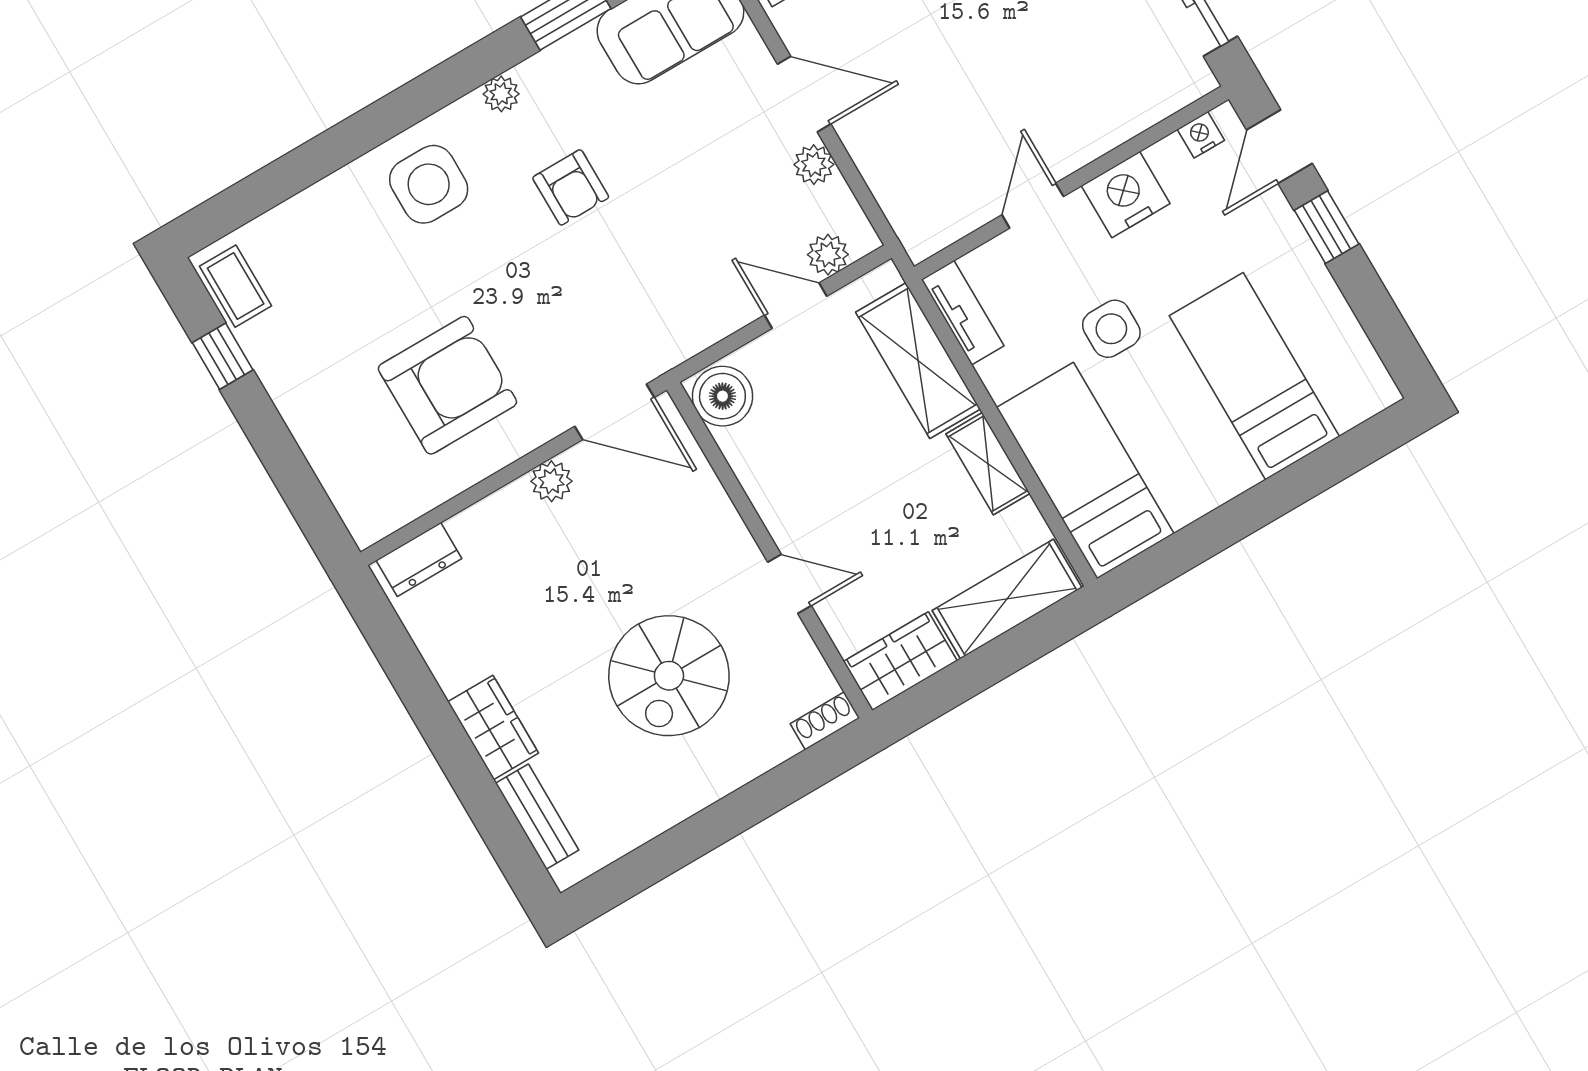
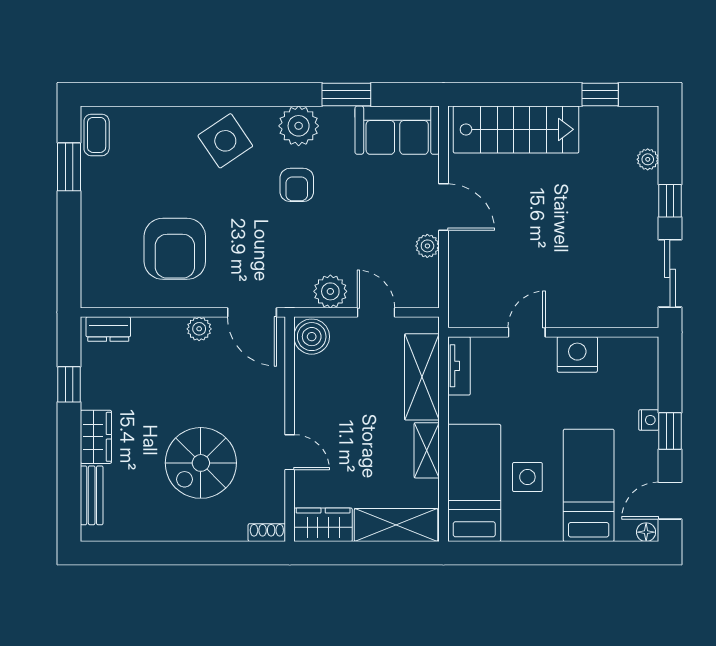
plant: (501, 94) -> (299, 126), width x1.88, depth x1.88
nightstand: (1201, 135) -> (649, 420), moved, turned 90
door: (1279, 147) -> (670, 501), moved
side table: (429, 184) -> (225, 141), turned -34
plant: (828, 255) -> (330, 291), moved, width x1.38, depth x1.38
side table: (1111, 329) -> (527, 477), moved
window: (223, 356) -> (69, 167), width x1.50
armchair: (447, 385) -> (175, 249), turned 90
floor lamp: (1378, 395) -> (646, 532), added
window: (409, 674) -> (69, 384), added

